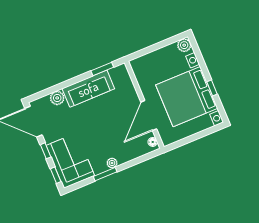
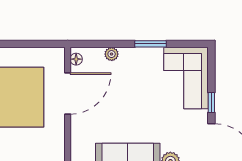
plant: (112, 163) -> (112, 54), moved
window: (56, 175) -> (211, 68), removed

